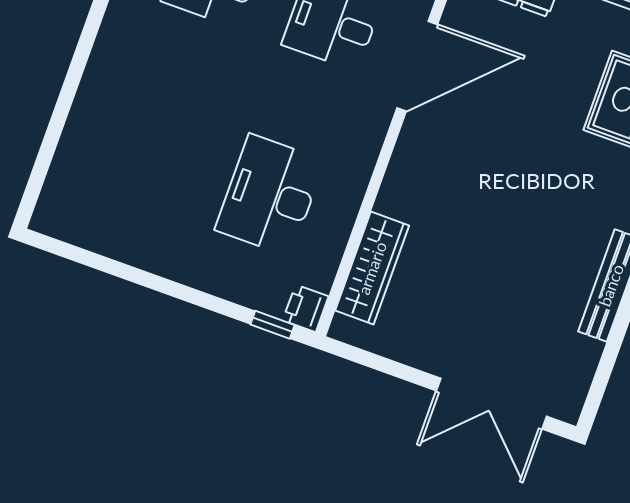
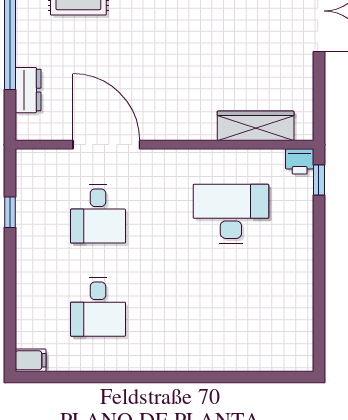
desk: (270, 195) -> (231, 214), turned 180

